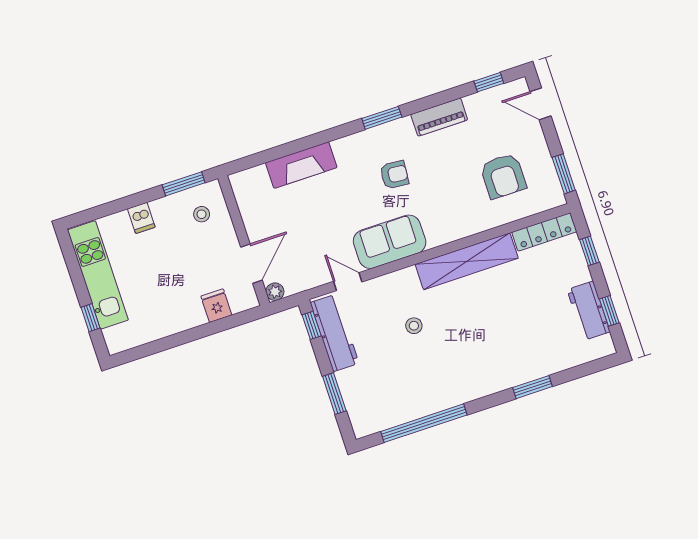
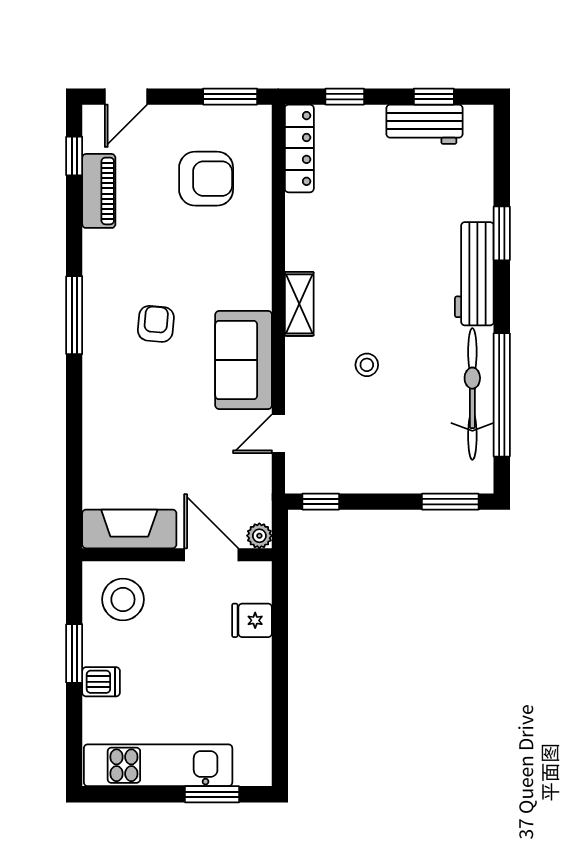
piano: (439, 117) -> (99, 191), moved
window: (382, 118) -> (74, 315), width x1.44
fireplace: (301, 165) -> (129, 529), moved, turned -90
window: (184, 184) -> (74, 653), moved
stool: (202, 214) -> (123, 599), width x1.89, depth x1.89
shelving: (467, 261) -> (299, 304), width x0.45, depth x0.75
window: (91, 318) -> (212, 794), width x1.50
workbench: (335, 333) -> (474, 274), moved, turned -90
window: (334, 394) -> (450, 502), moved
bicycle: (418, 403) -> (472, 394), added

